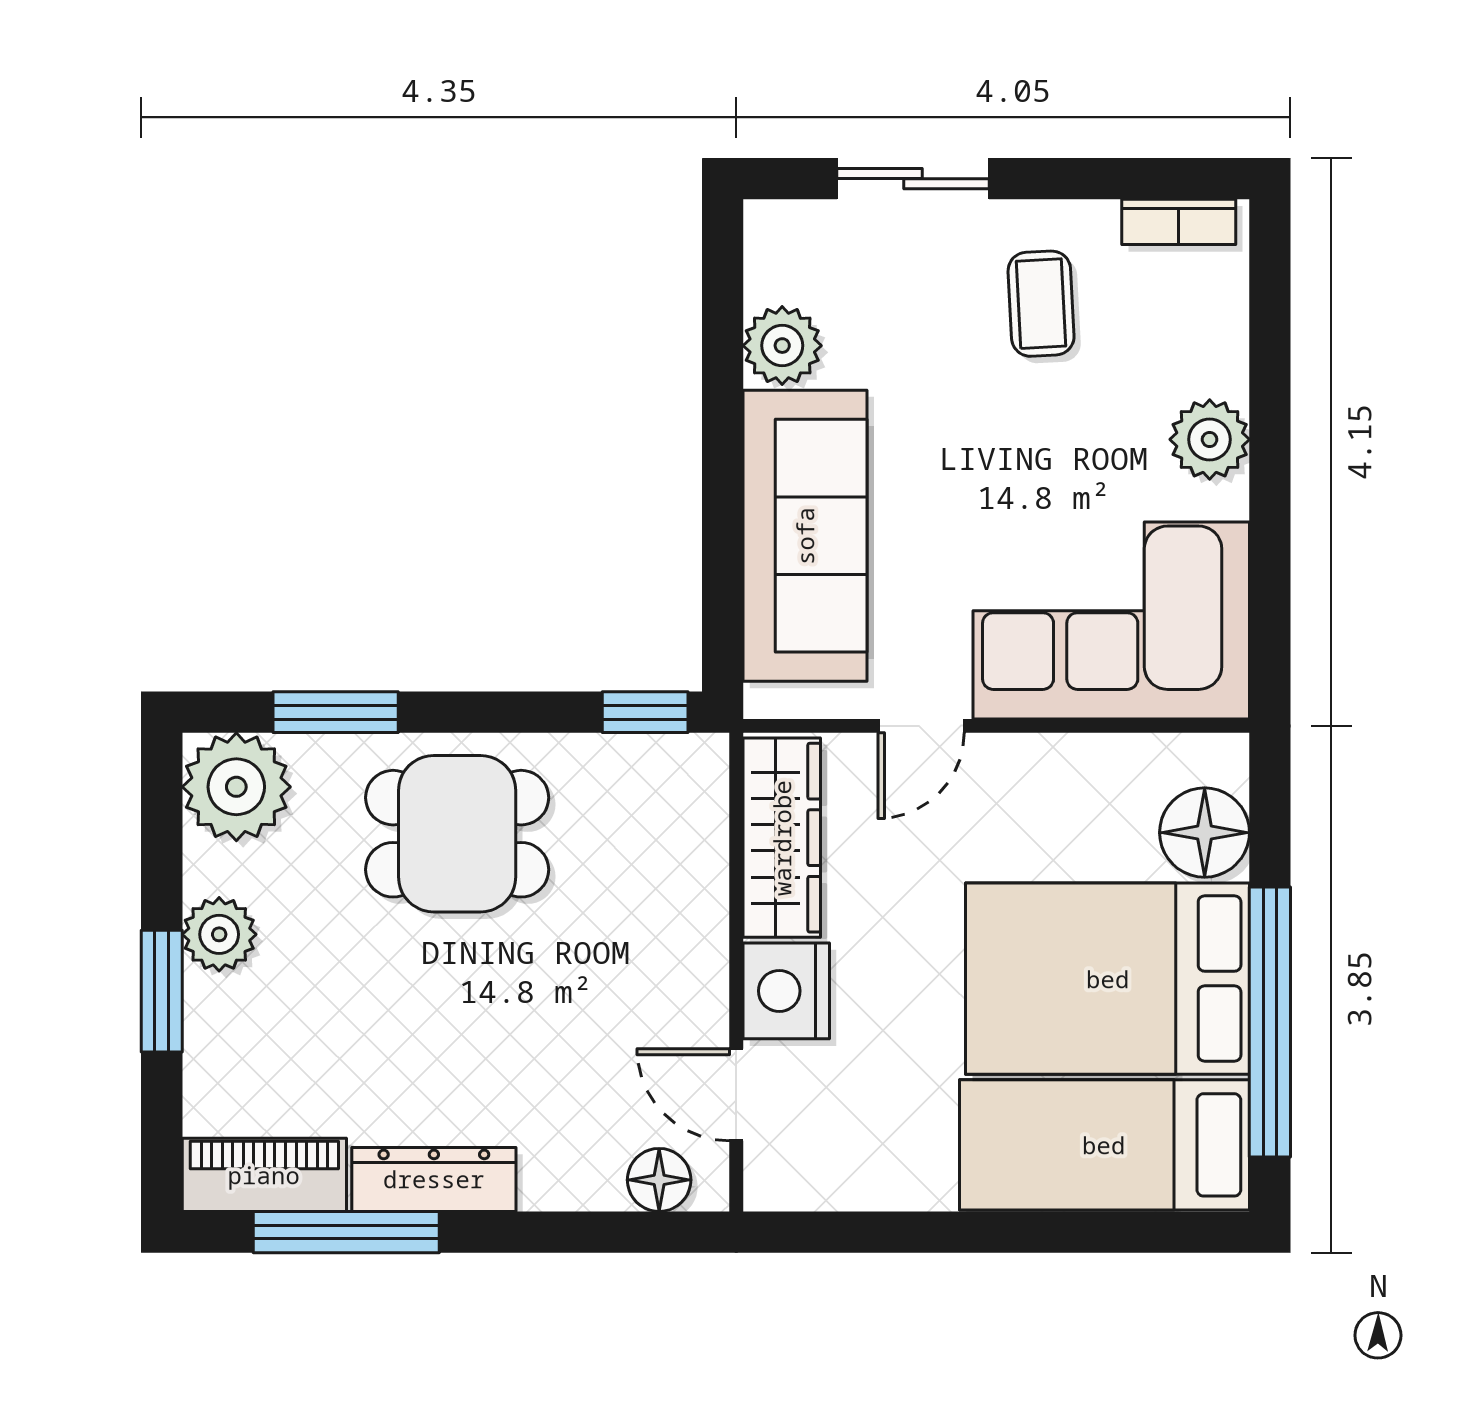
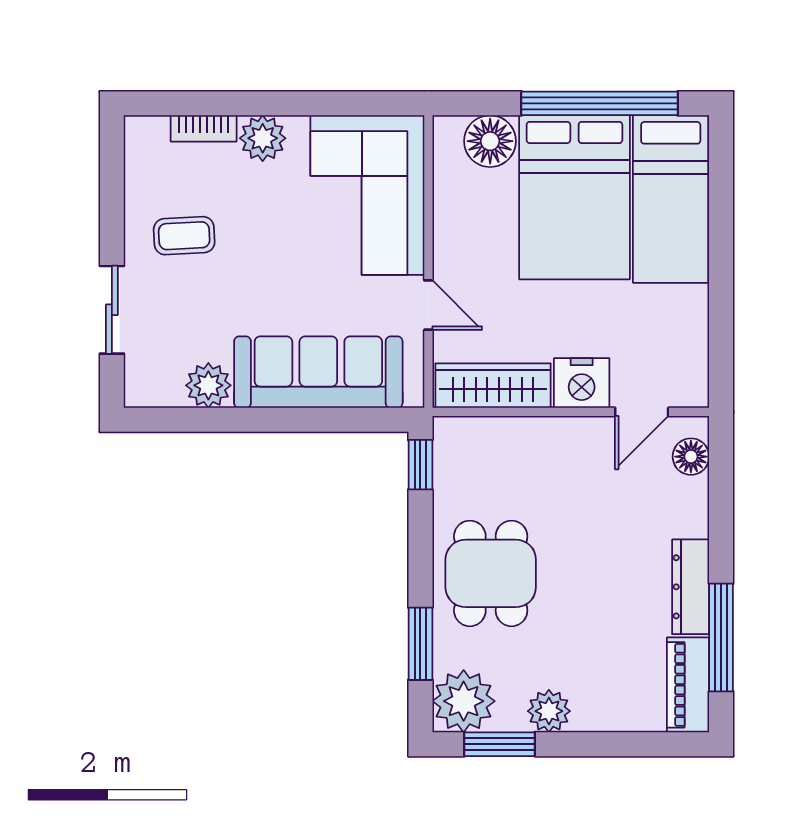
bookcase: (1179, 222) -> (204, 128), moved, turned 90
window: (162, 991) -> (500, 744), moved

